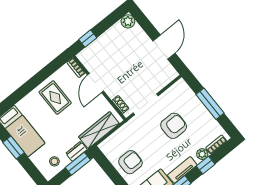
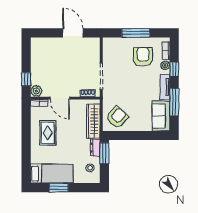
plant: (128, 21) -> (36, 91), moved
rug: (55, 98) -> (48, 133), turned 90
armchair: (174, 126) -> (143, 57), moved
armchair: (130, 162) -> (117, 117), moved, turned 43

